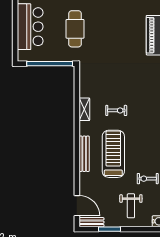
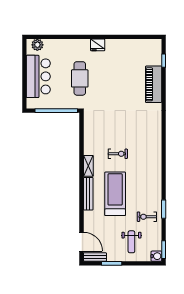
shelving: (84, 109) -> (88, 166), moved

